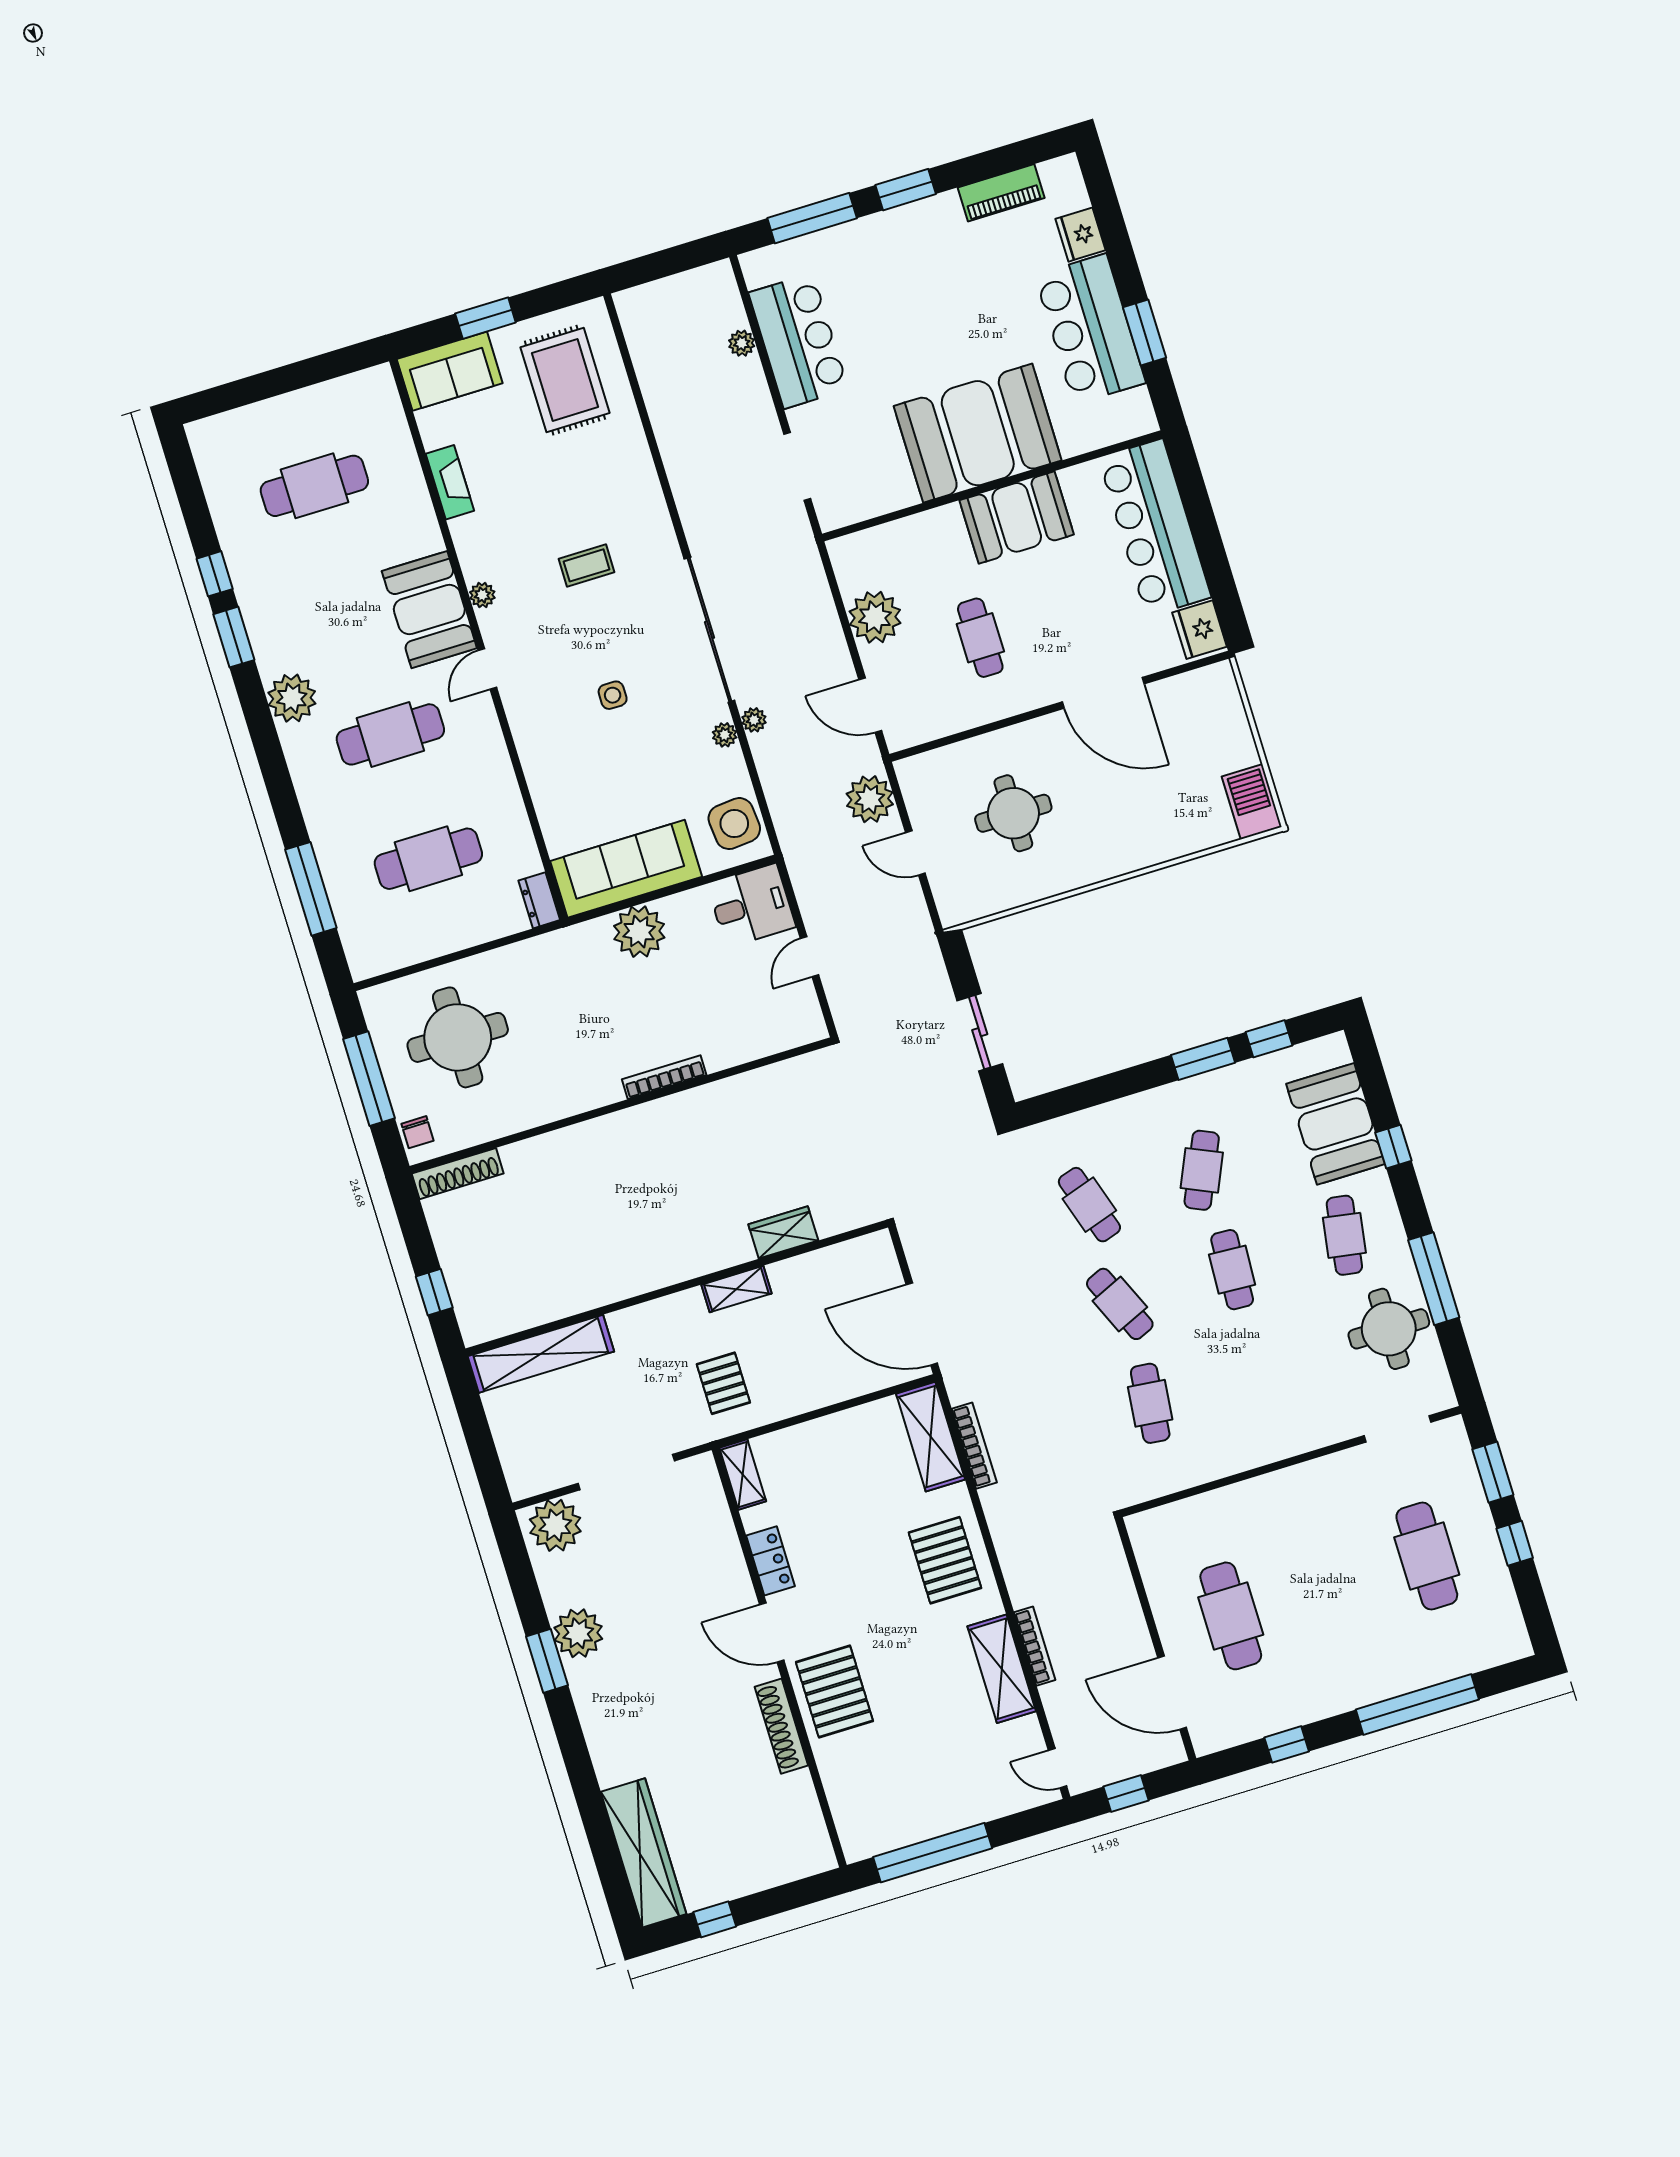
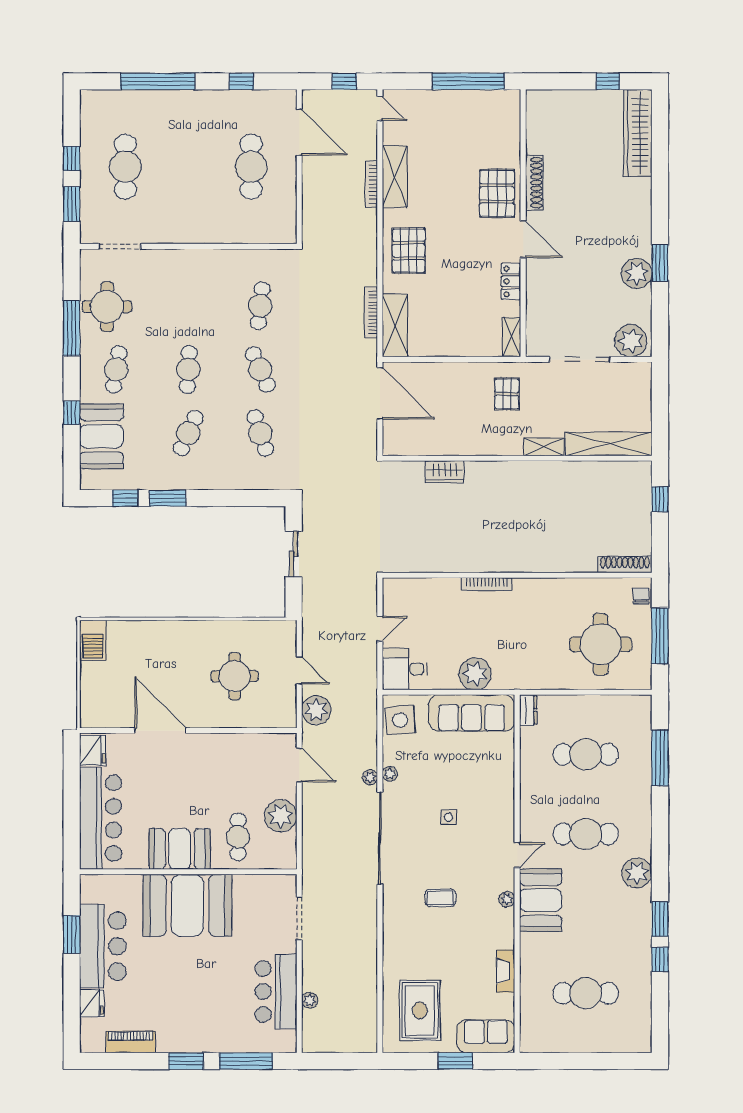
cafe table: (980, 638) -> (238, 837), moved
shelving: (736, 1289) -> (544, 447), moved

